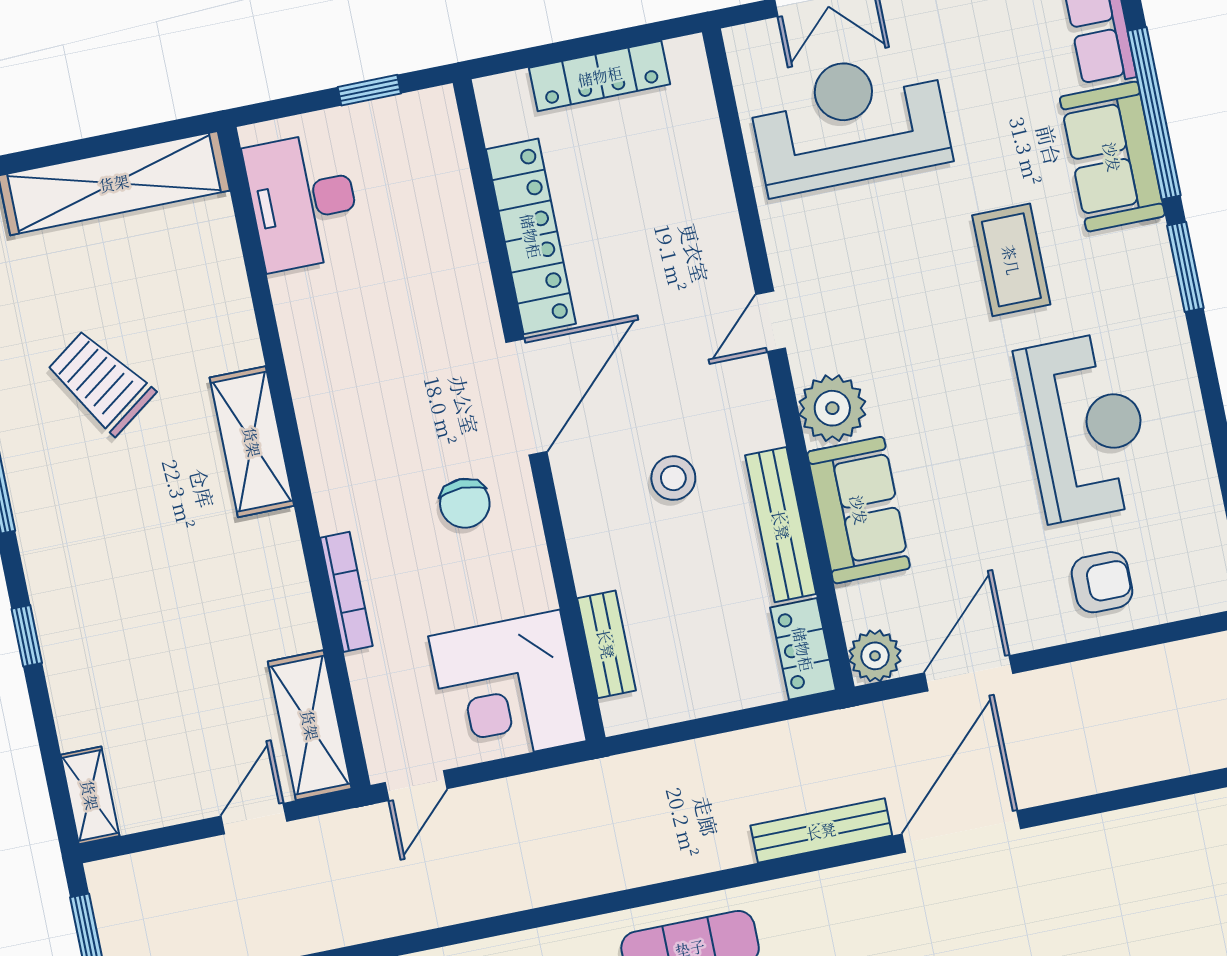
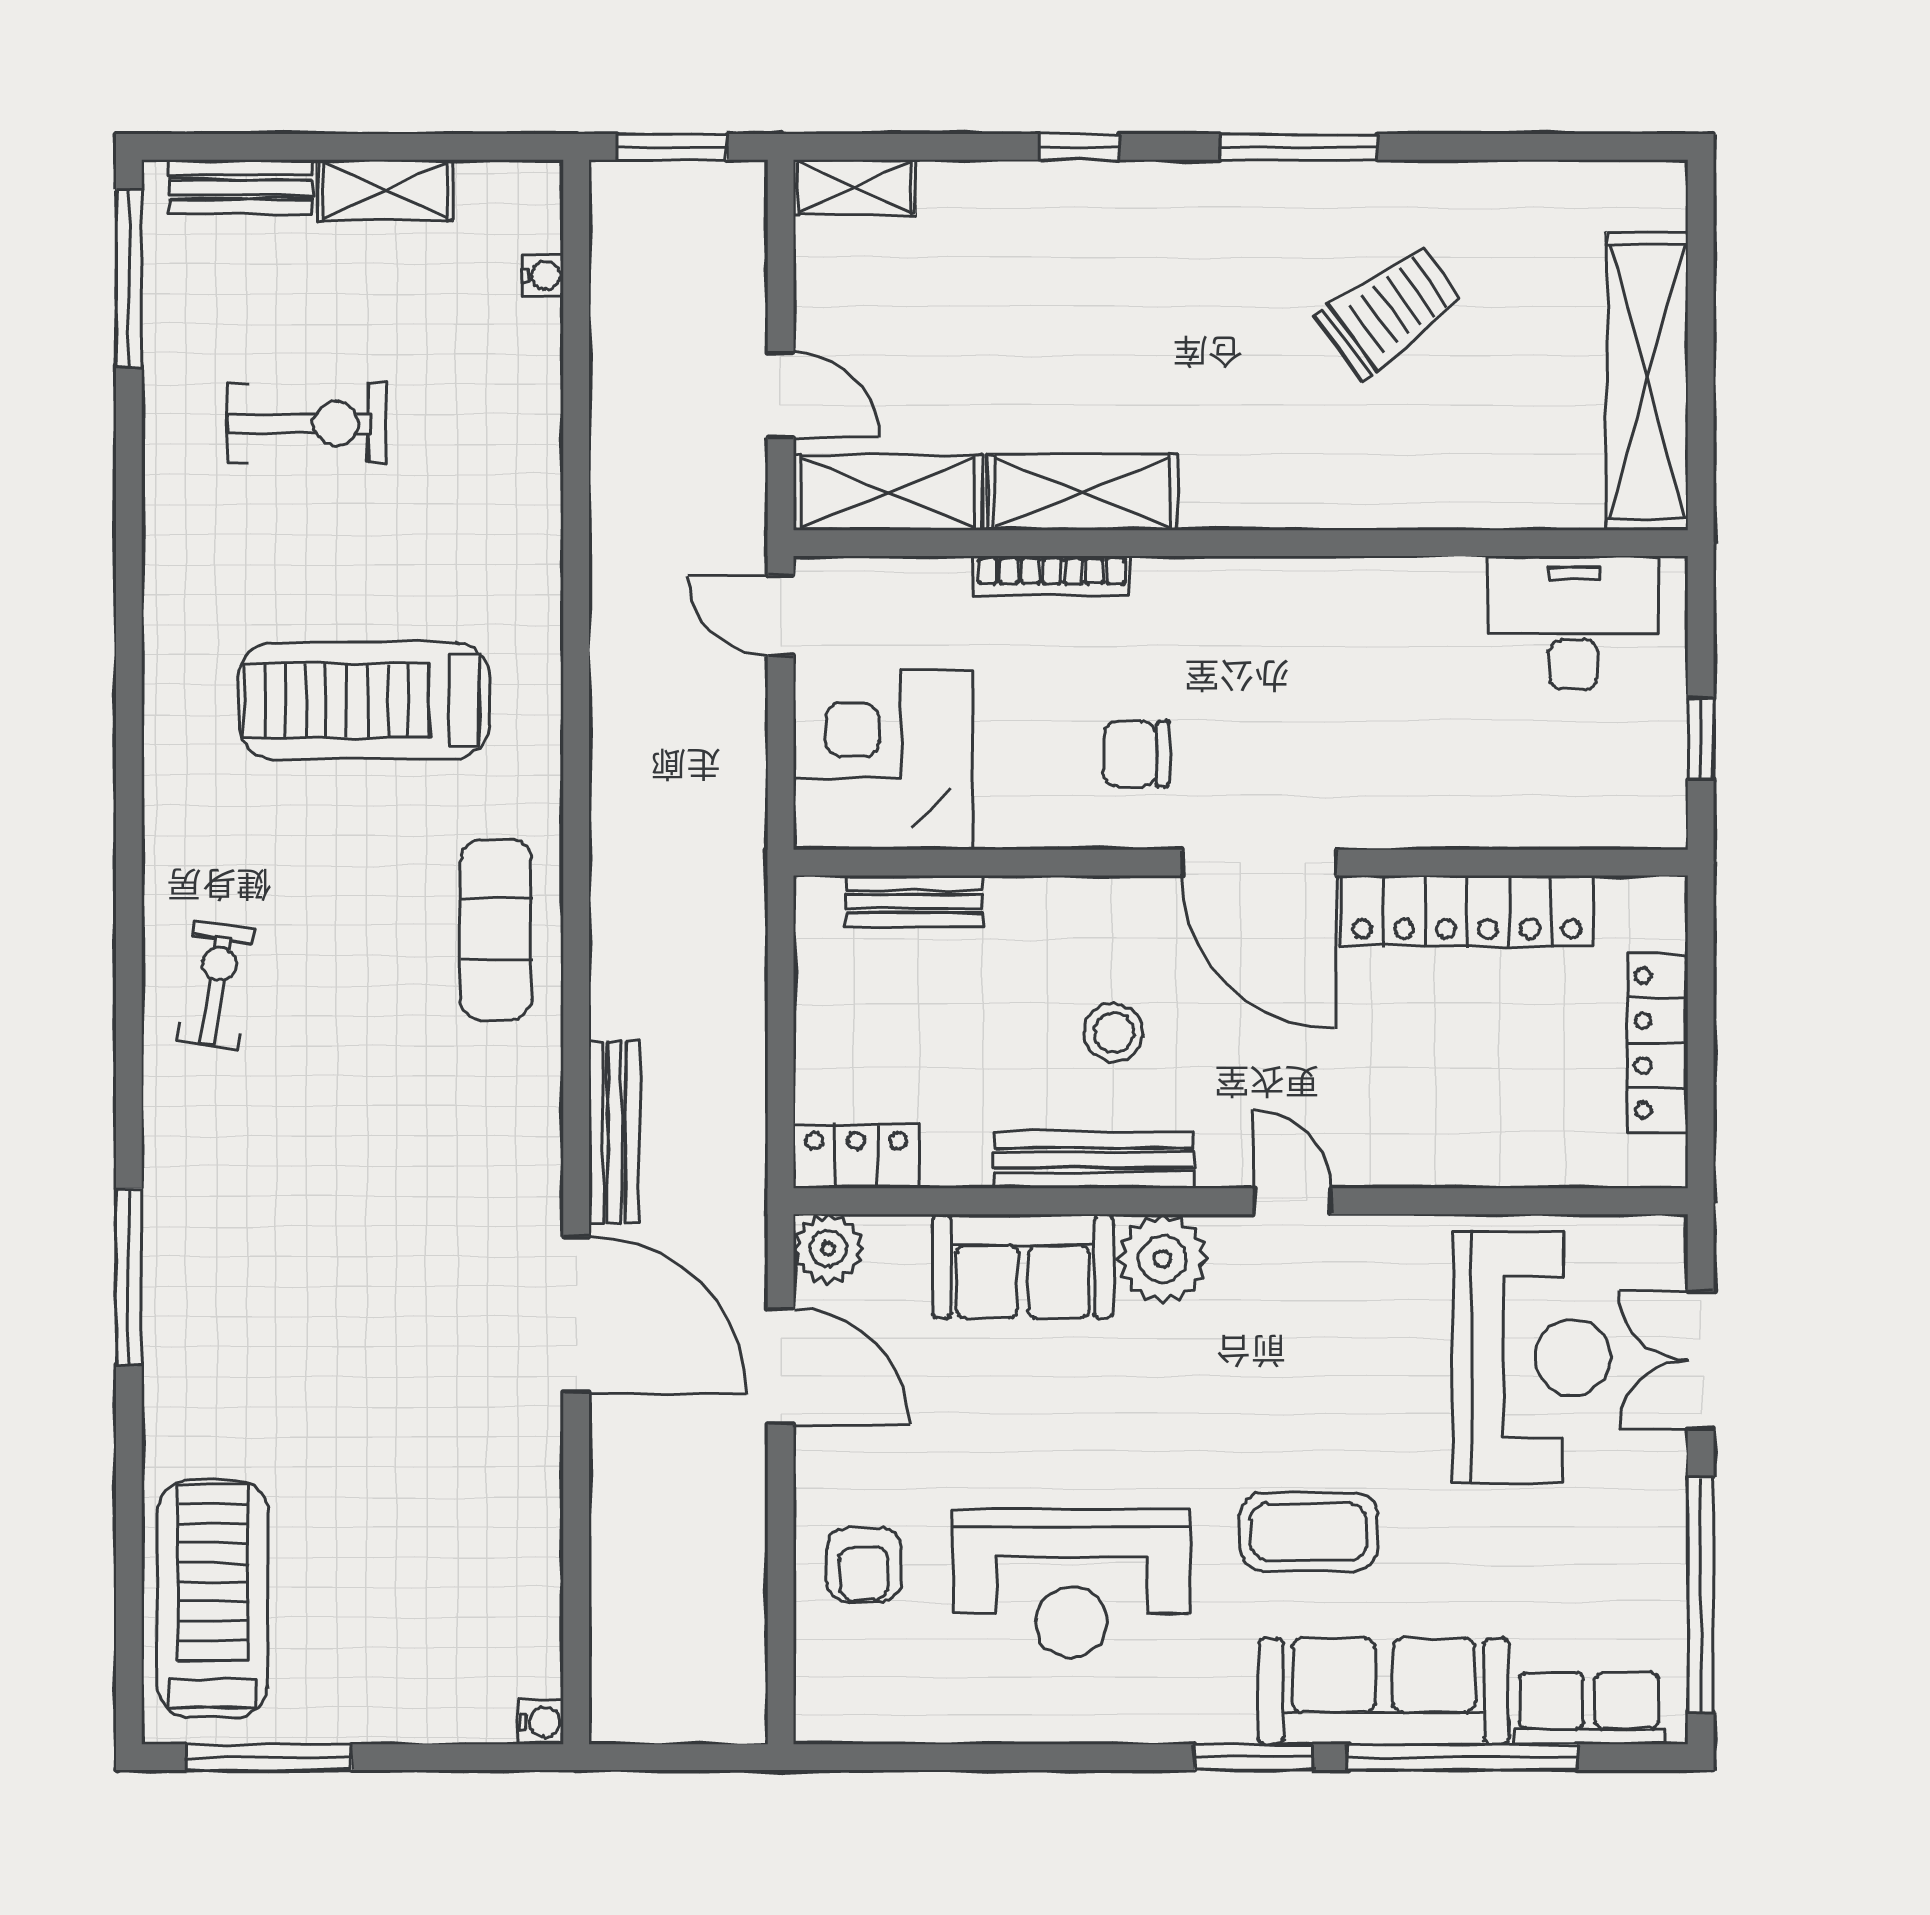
sofa: (1112, 157) -> (1384, 1691), width x1.36
shelving: (252, 442) -> (1082, 492), moved
bench: (781, 525) -> (1094, 1160), moved

